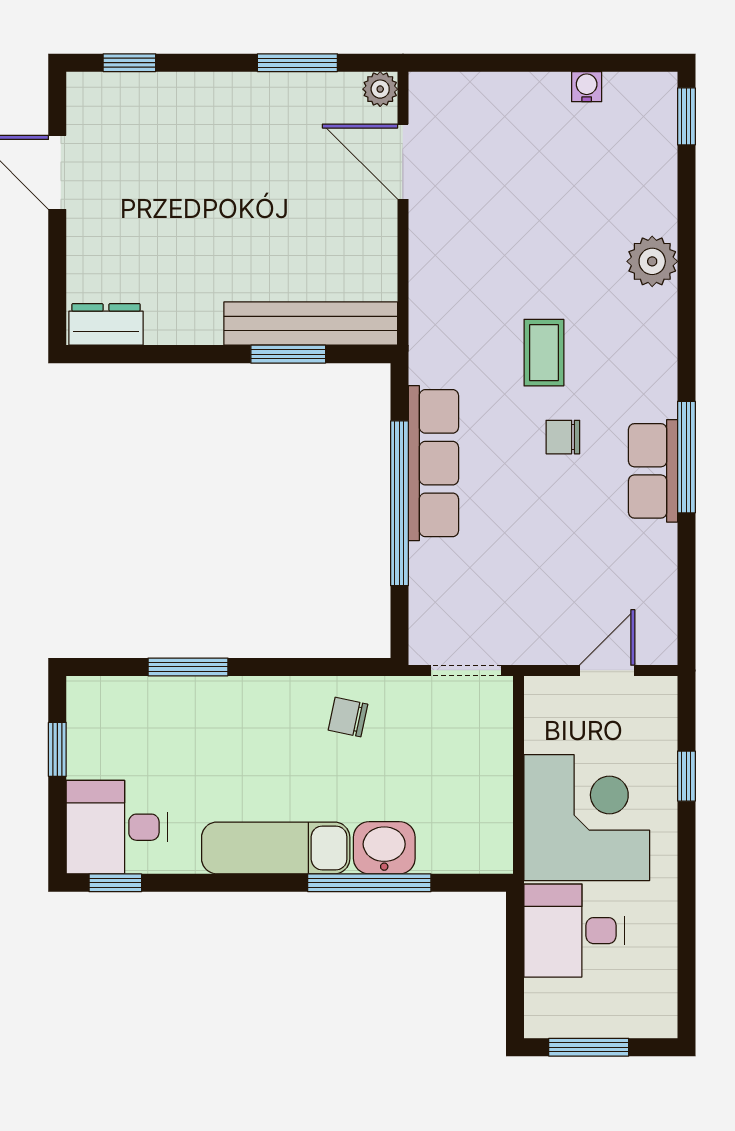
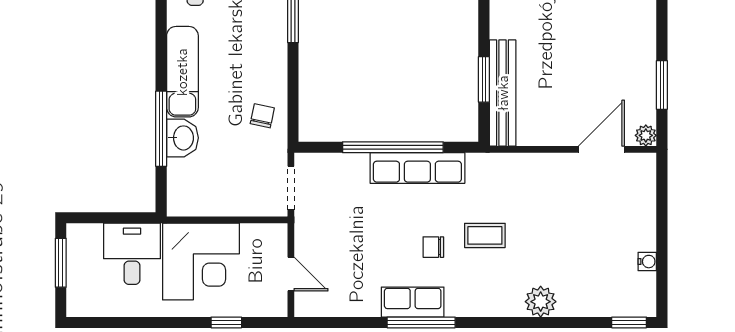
chair: (563, 437) -> (433, 247), turned -90

